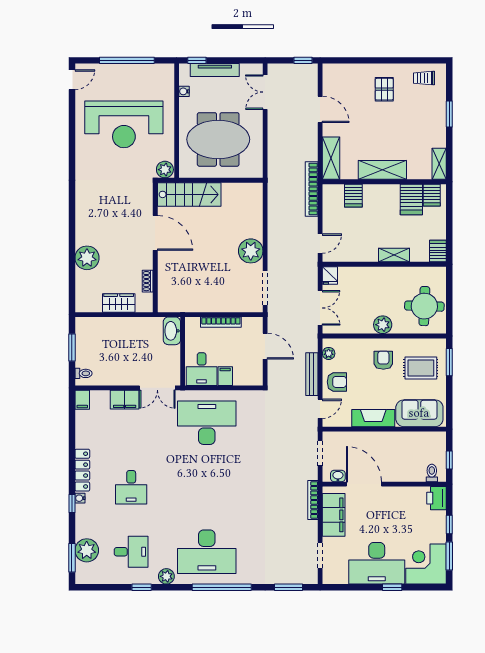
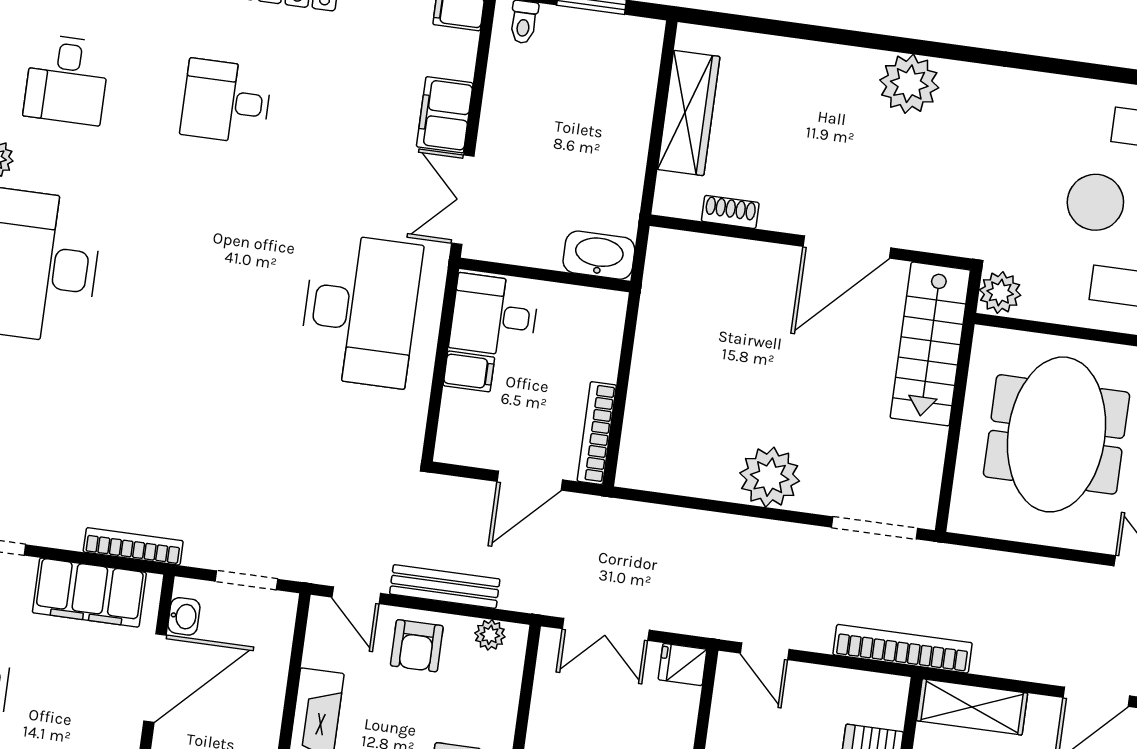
plant: (87, 258) -> (909, 84), moved
doorway: (265, 288) -> (875, 528), moved
wardrobe: (119, 303) -> (689, 113), width x1.50
bookcase: (221, 322) -> (597, 433), moved

